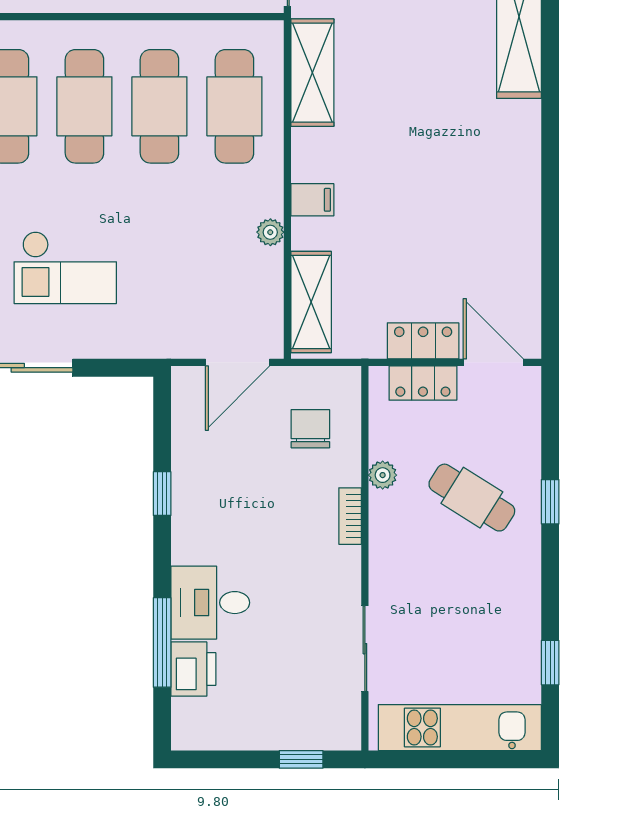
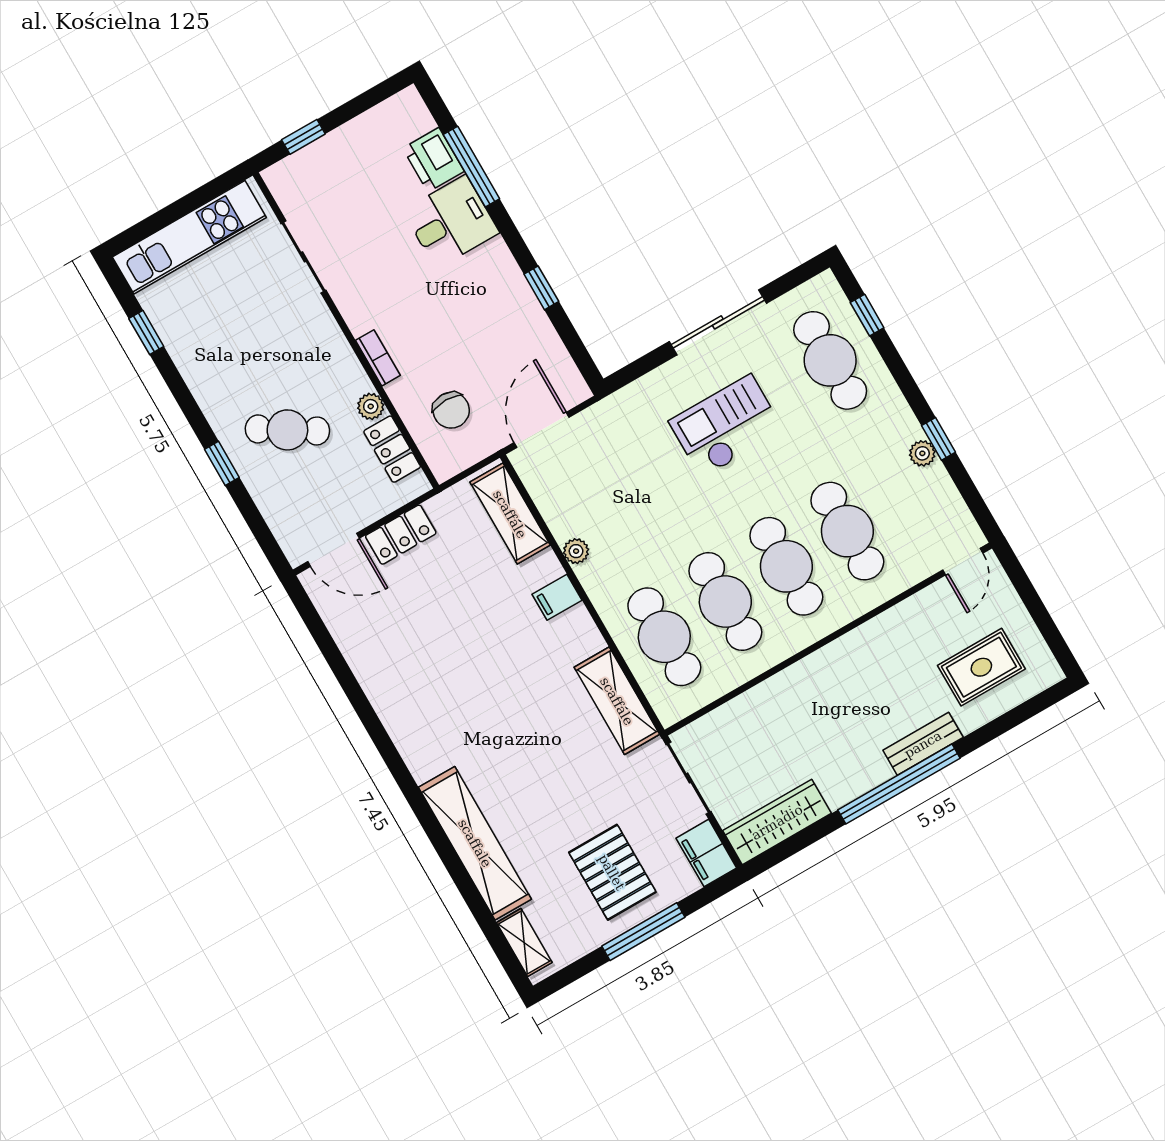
locker: (423, 383) -> (392, 449), moved, turned -90

